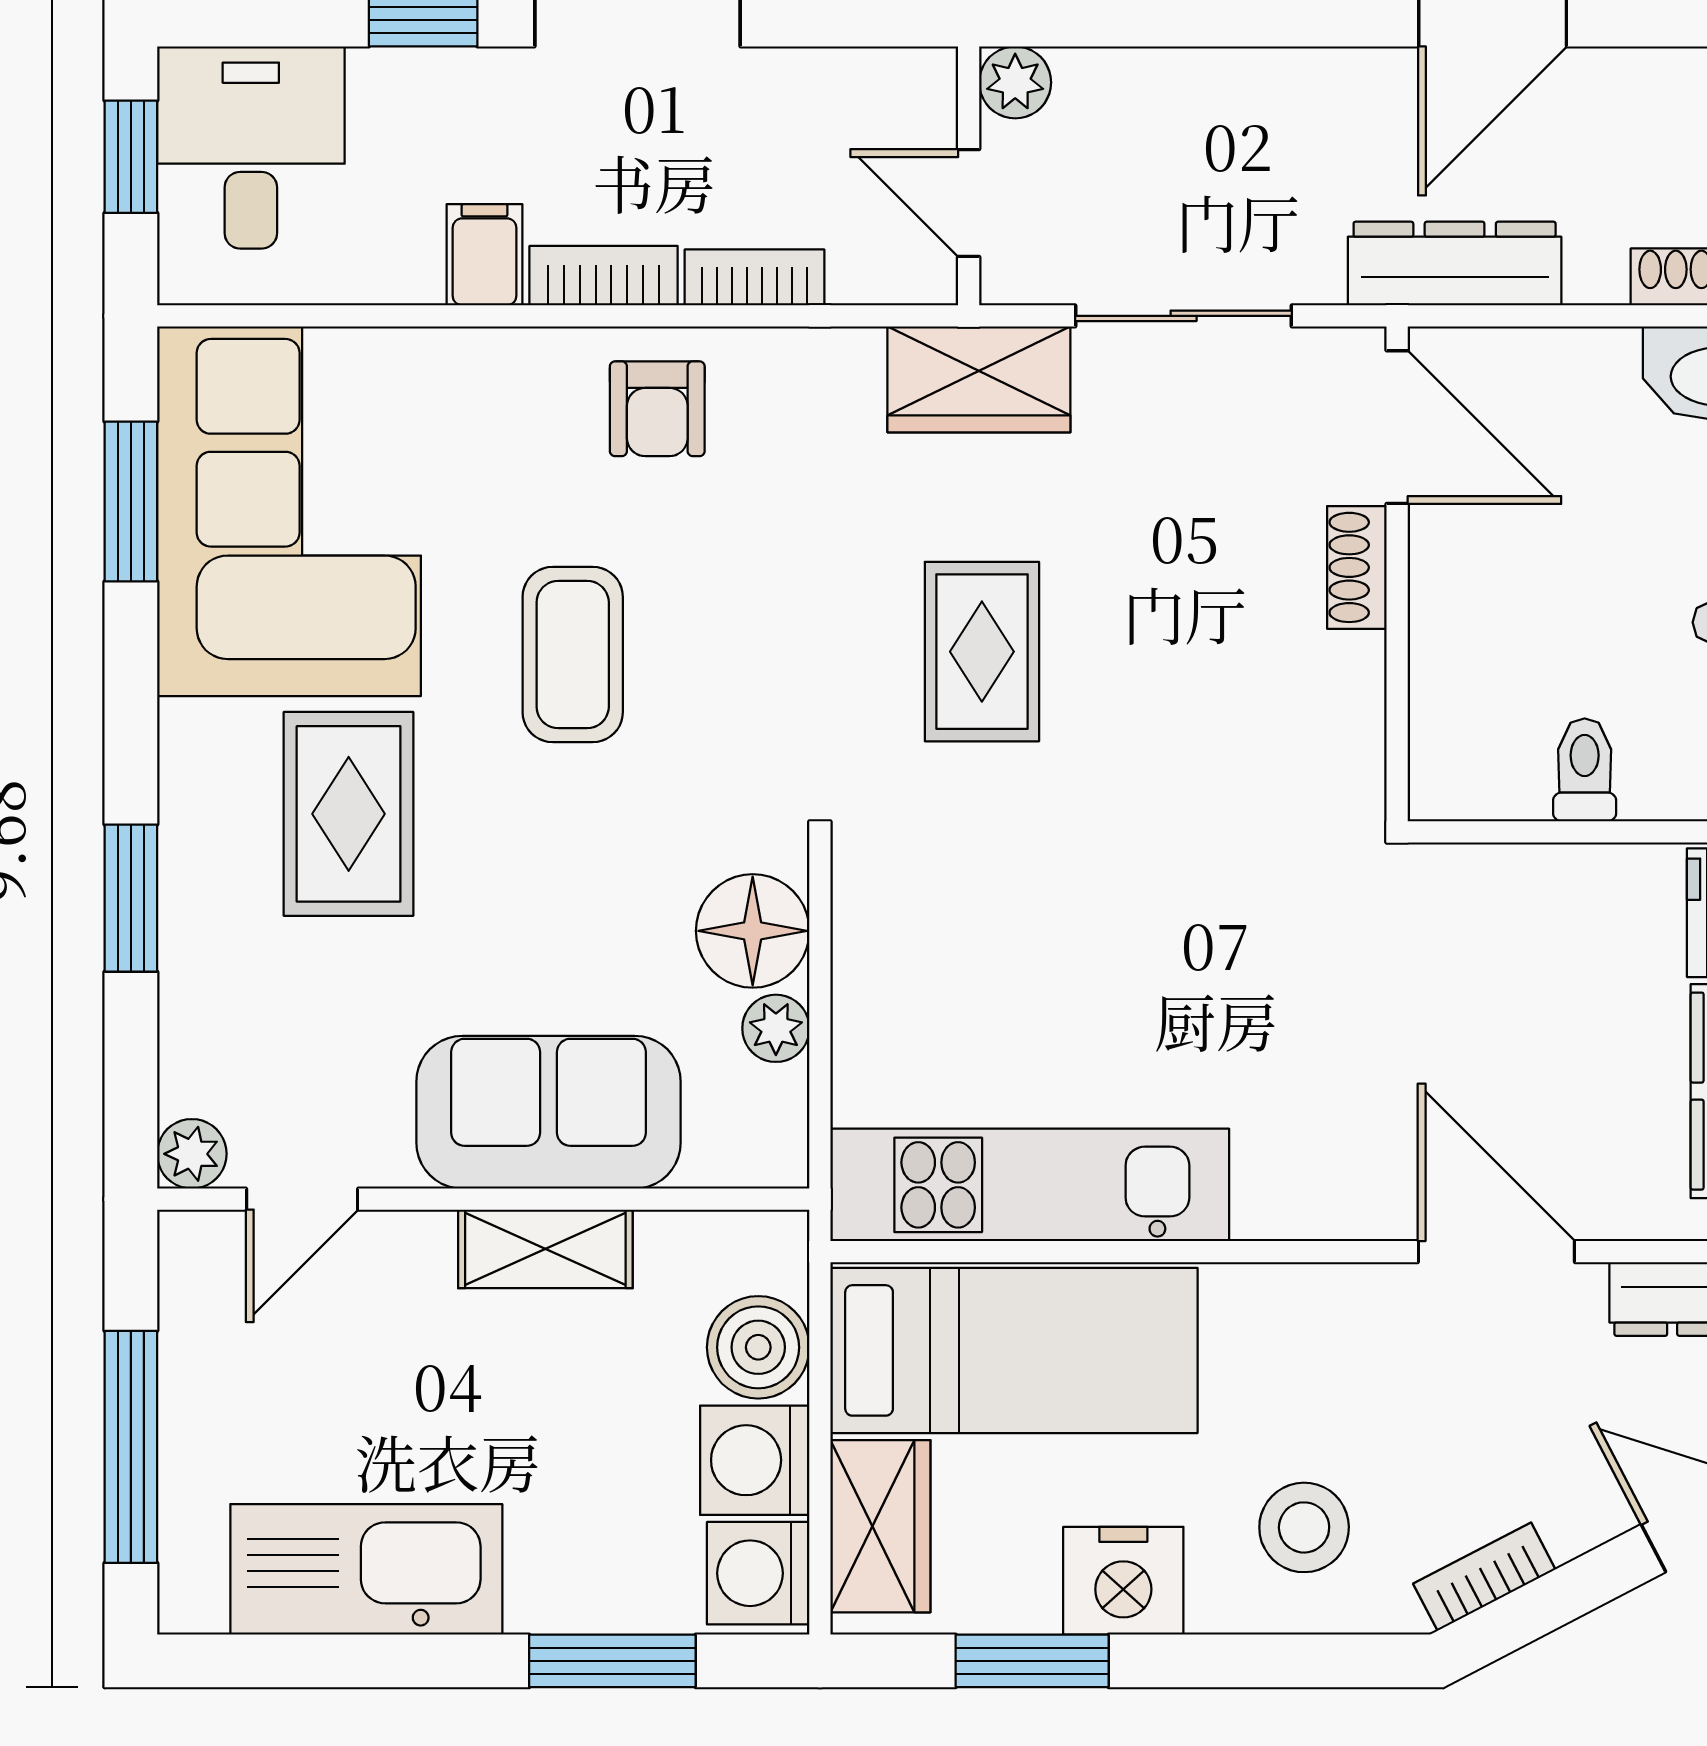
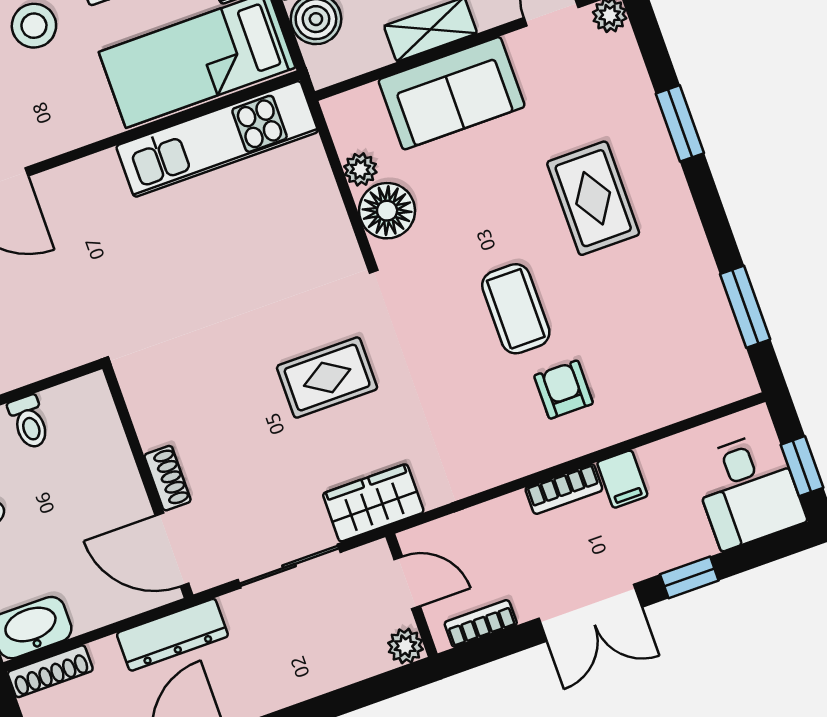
bookcase: (754, 277) -> (481, 623), moved, turned 180
armchair: (657, 409) -> (564, 390), moved
corner sofa: (289, 511) -> (671, 328), removed
rug: (982, 652) -> (327, 378), turned 90

